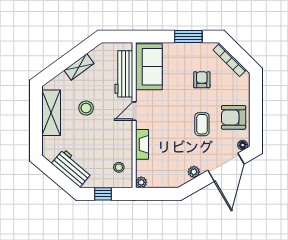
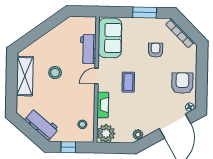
shelving: (79, 67) -> (50, 37), removed
workbench: (124, 74) -> (88, 49), width x0.73
armchair: (234, 117) -> (182, 83), turned 90
coffee table: (202, 124) -> (128, 82), moved
plant: (194, 172) -> (138, 135), moved
plant: (141, 182) -> (106, 133), width x1.87, depth x1.87

